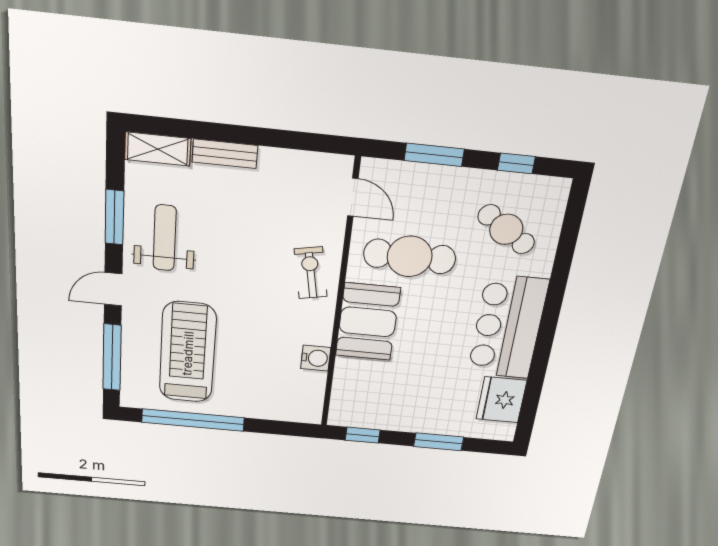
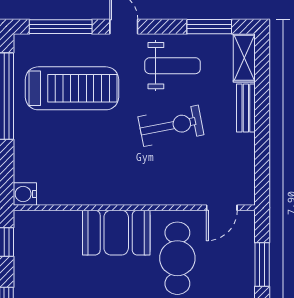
window: (114, 217) -> (209, 27), moved
exercise bike: (311, 273) -> (171, 126), moved, width x1.38, depth x1.39
water cooler: (316, 358) -> (25, 194), moved, turned 90

